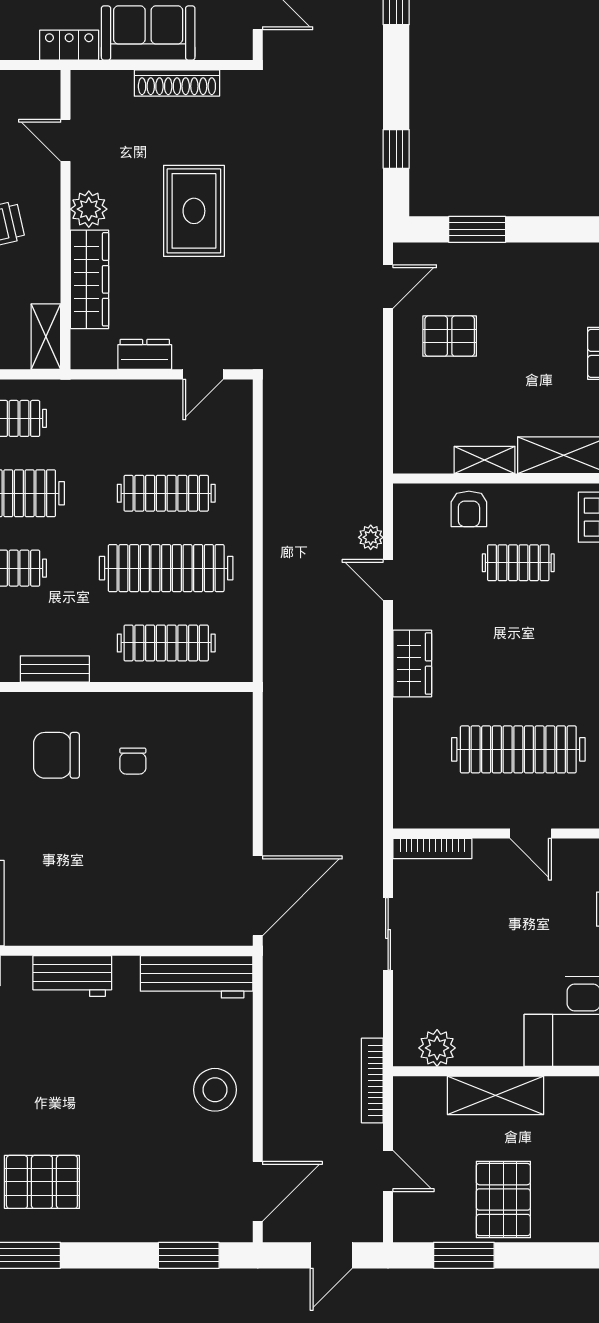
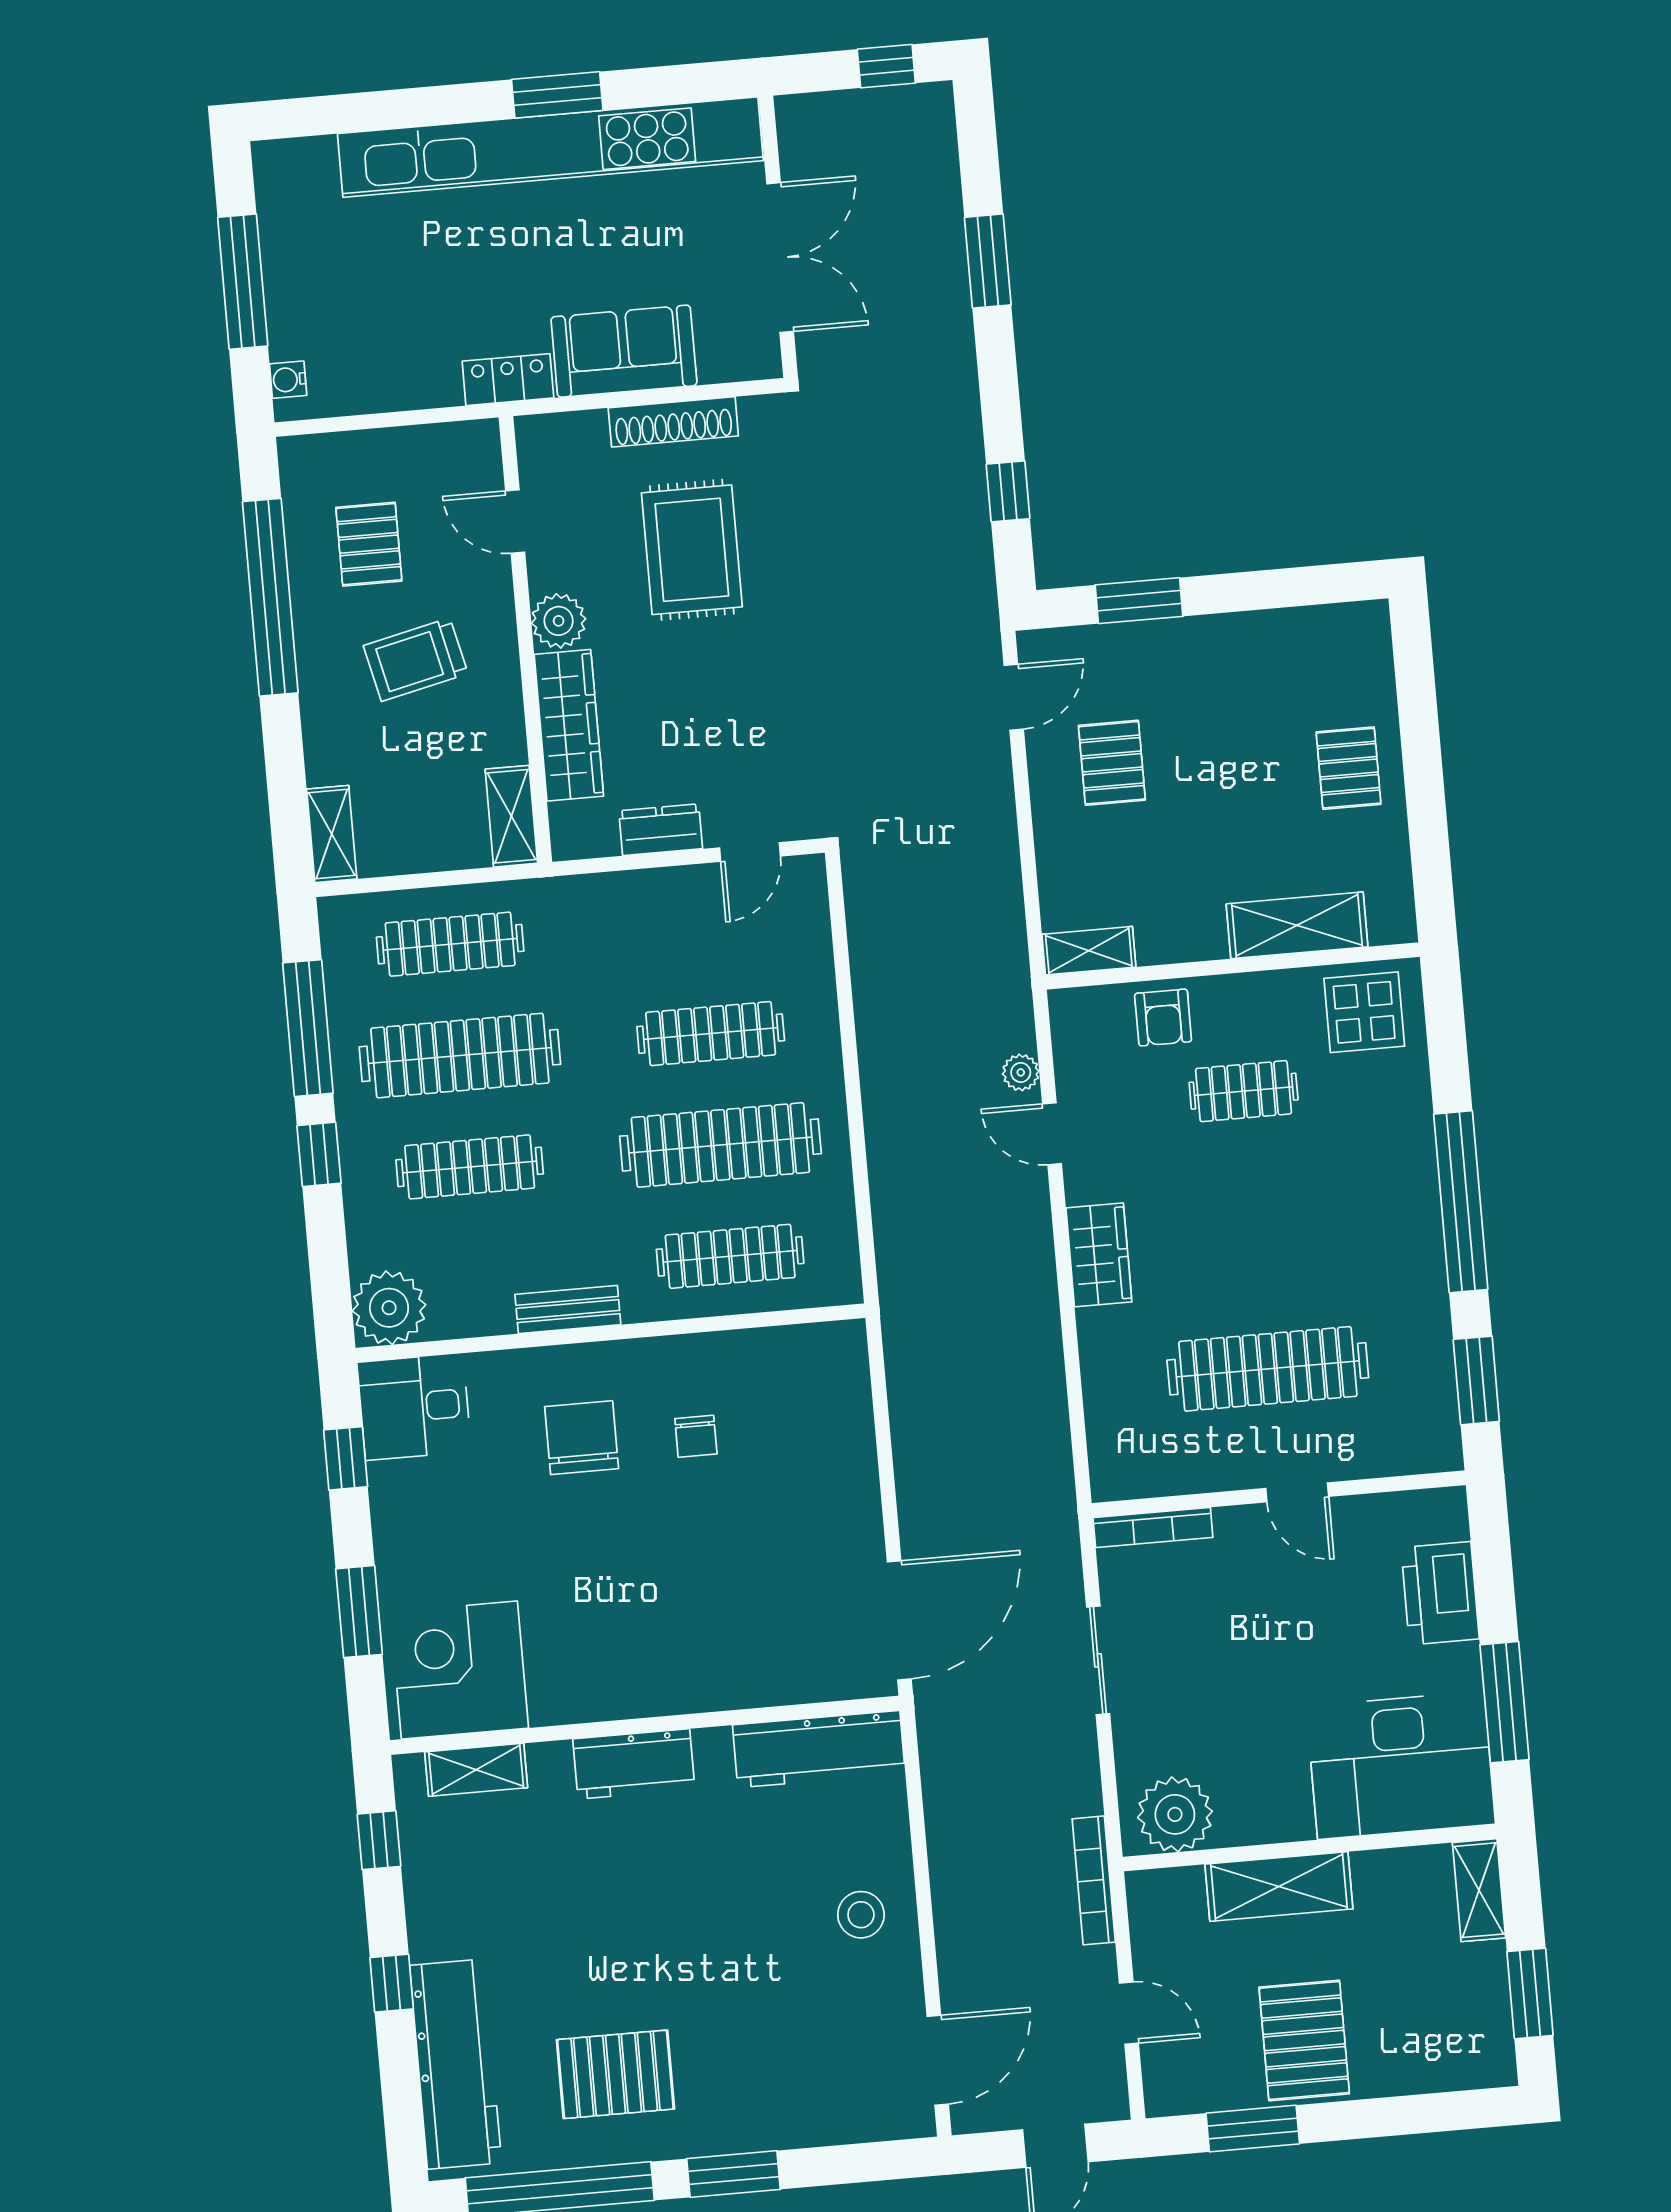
rug: (194, 211) -> (692, 550), moved
pallet: (450, 336) -> (1112, 763), turned 90
shelving: (485, 460) -> (1089, 951), moved
chair: (56, 755) -> (582, 1438), turned 90
plant: (437, 1048) -> (1175, 1814), width x1.36, depth x1.36
stool: (215, 1090) -> (861, 1915), width x0.73, depth x0.73
window: (189, 1255) -> (734, 2174), moved

